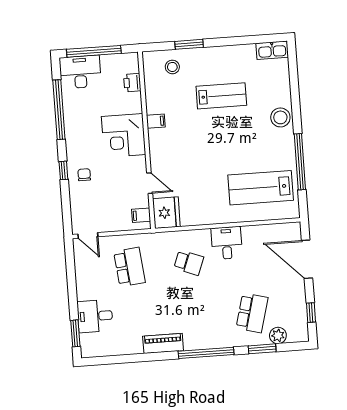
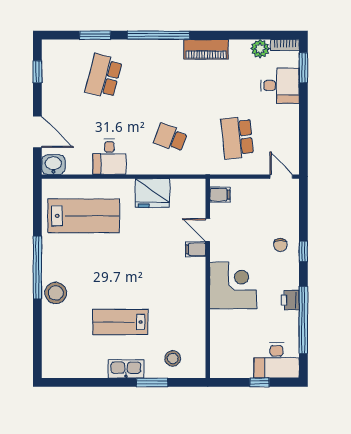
kitchen sink: (272, 50) -> (126, 369), moved
window: (94, 51) -> (259, 382), width x0.32
printer: (132, 83) -> (290, 300), moved, turned 180
filing cabinet: (156, 121) -> (196, 249), moved
window: (300, 162) -> (37, 267), moved
fridge: (166, 213) -> (152, 193), moved, turned -90
washbasin: (291, 231) -> (53, 165), added
desk: (227, 243) -> (109, 157), moved
door: (307, 259) -> (37, 132), width x0.73
plant: (278, 335) -> (260, 49), moved
bookcase: (93, 352) -> (285, 45), added

